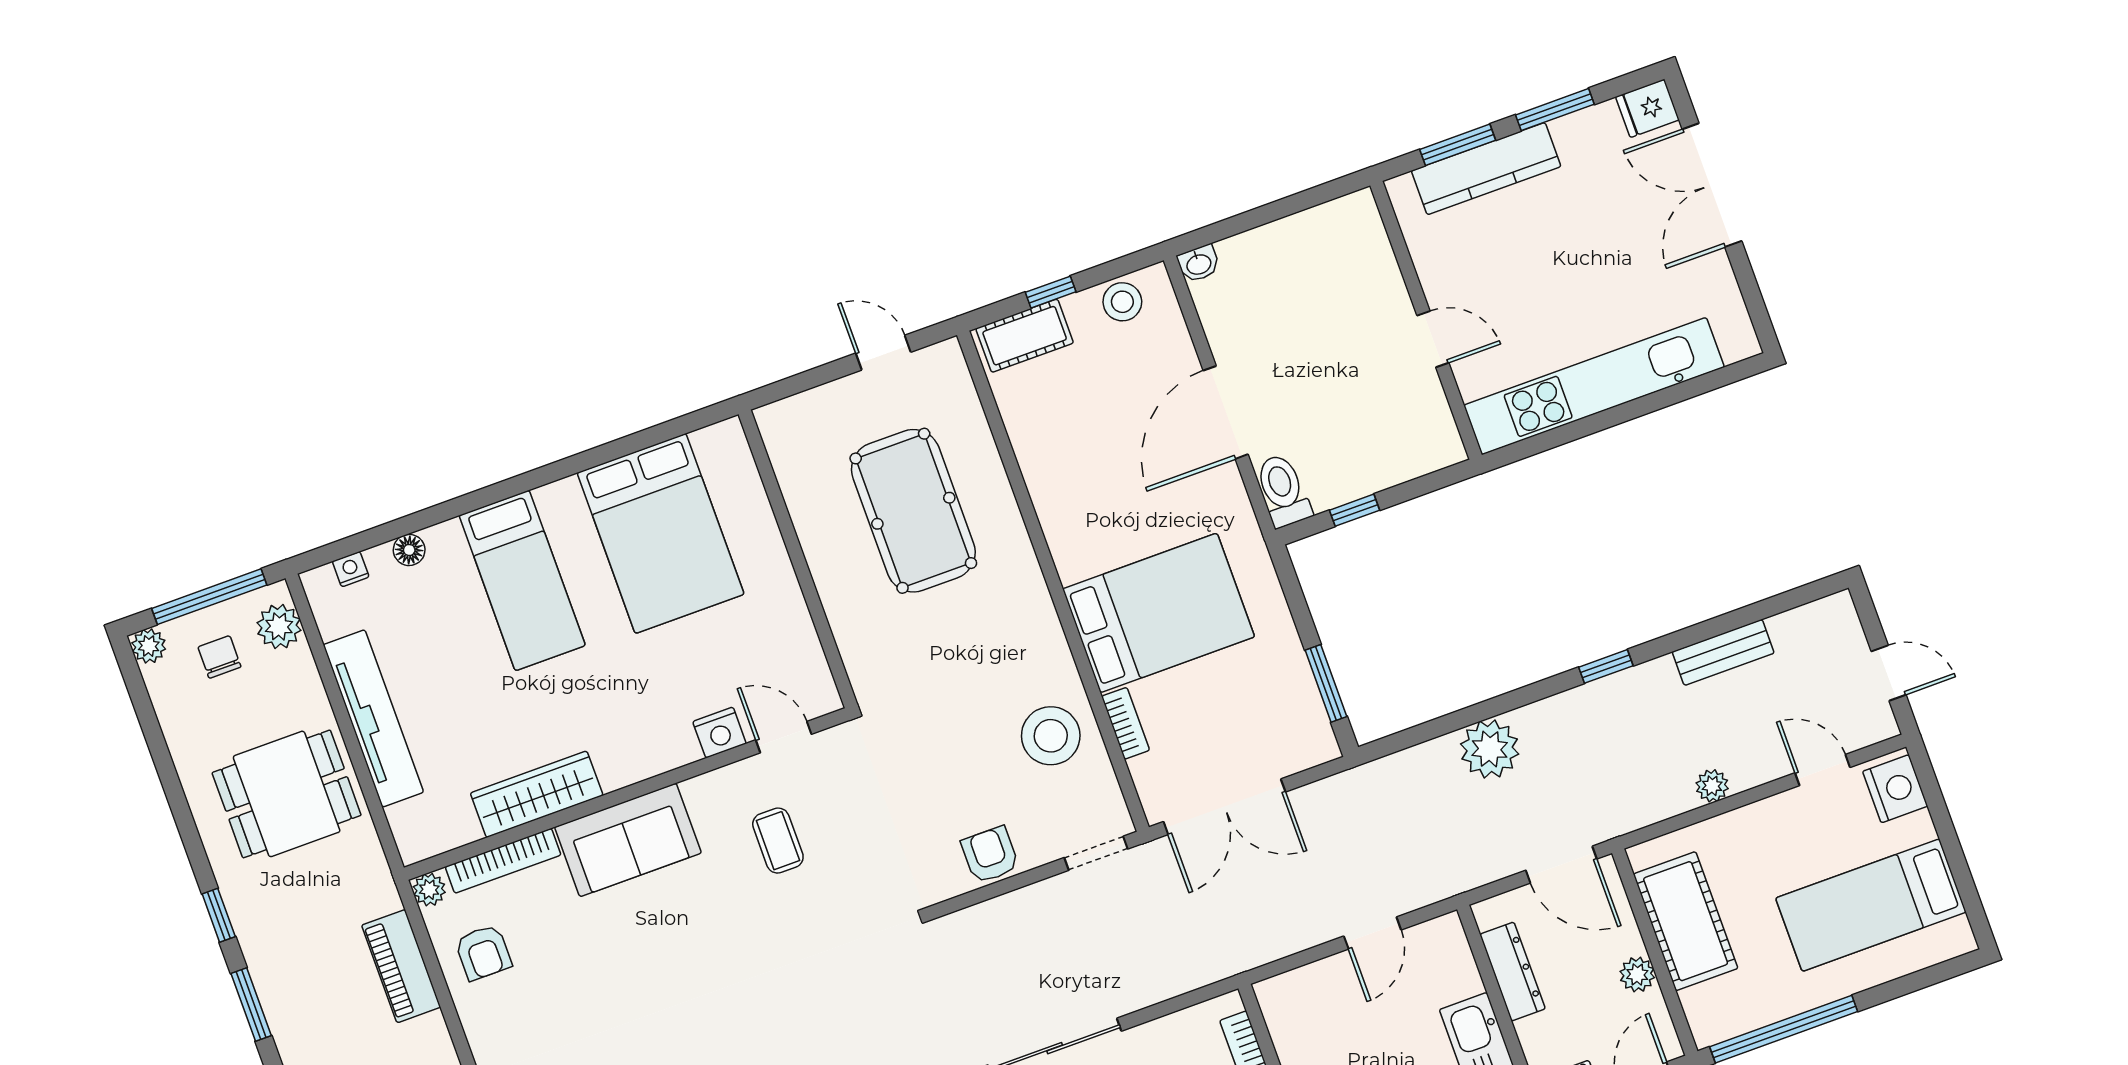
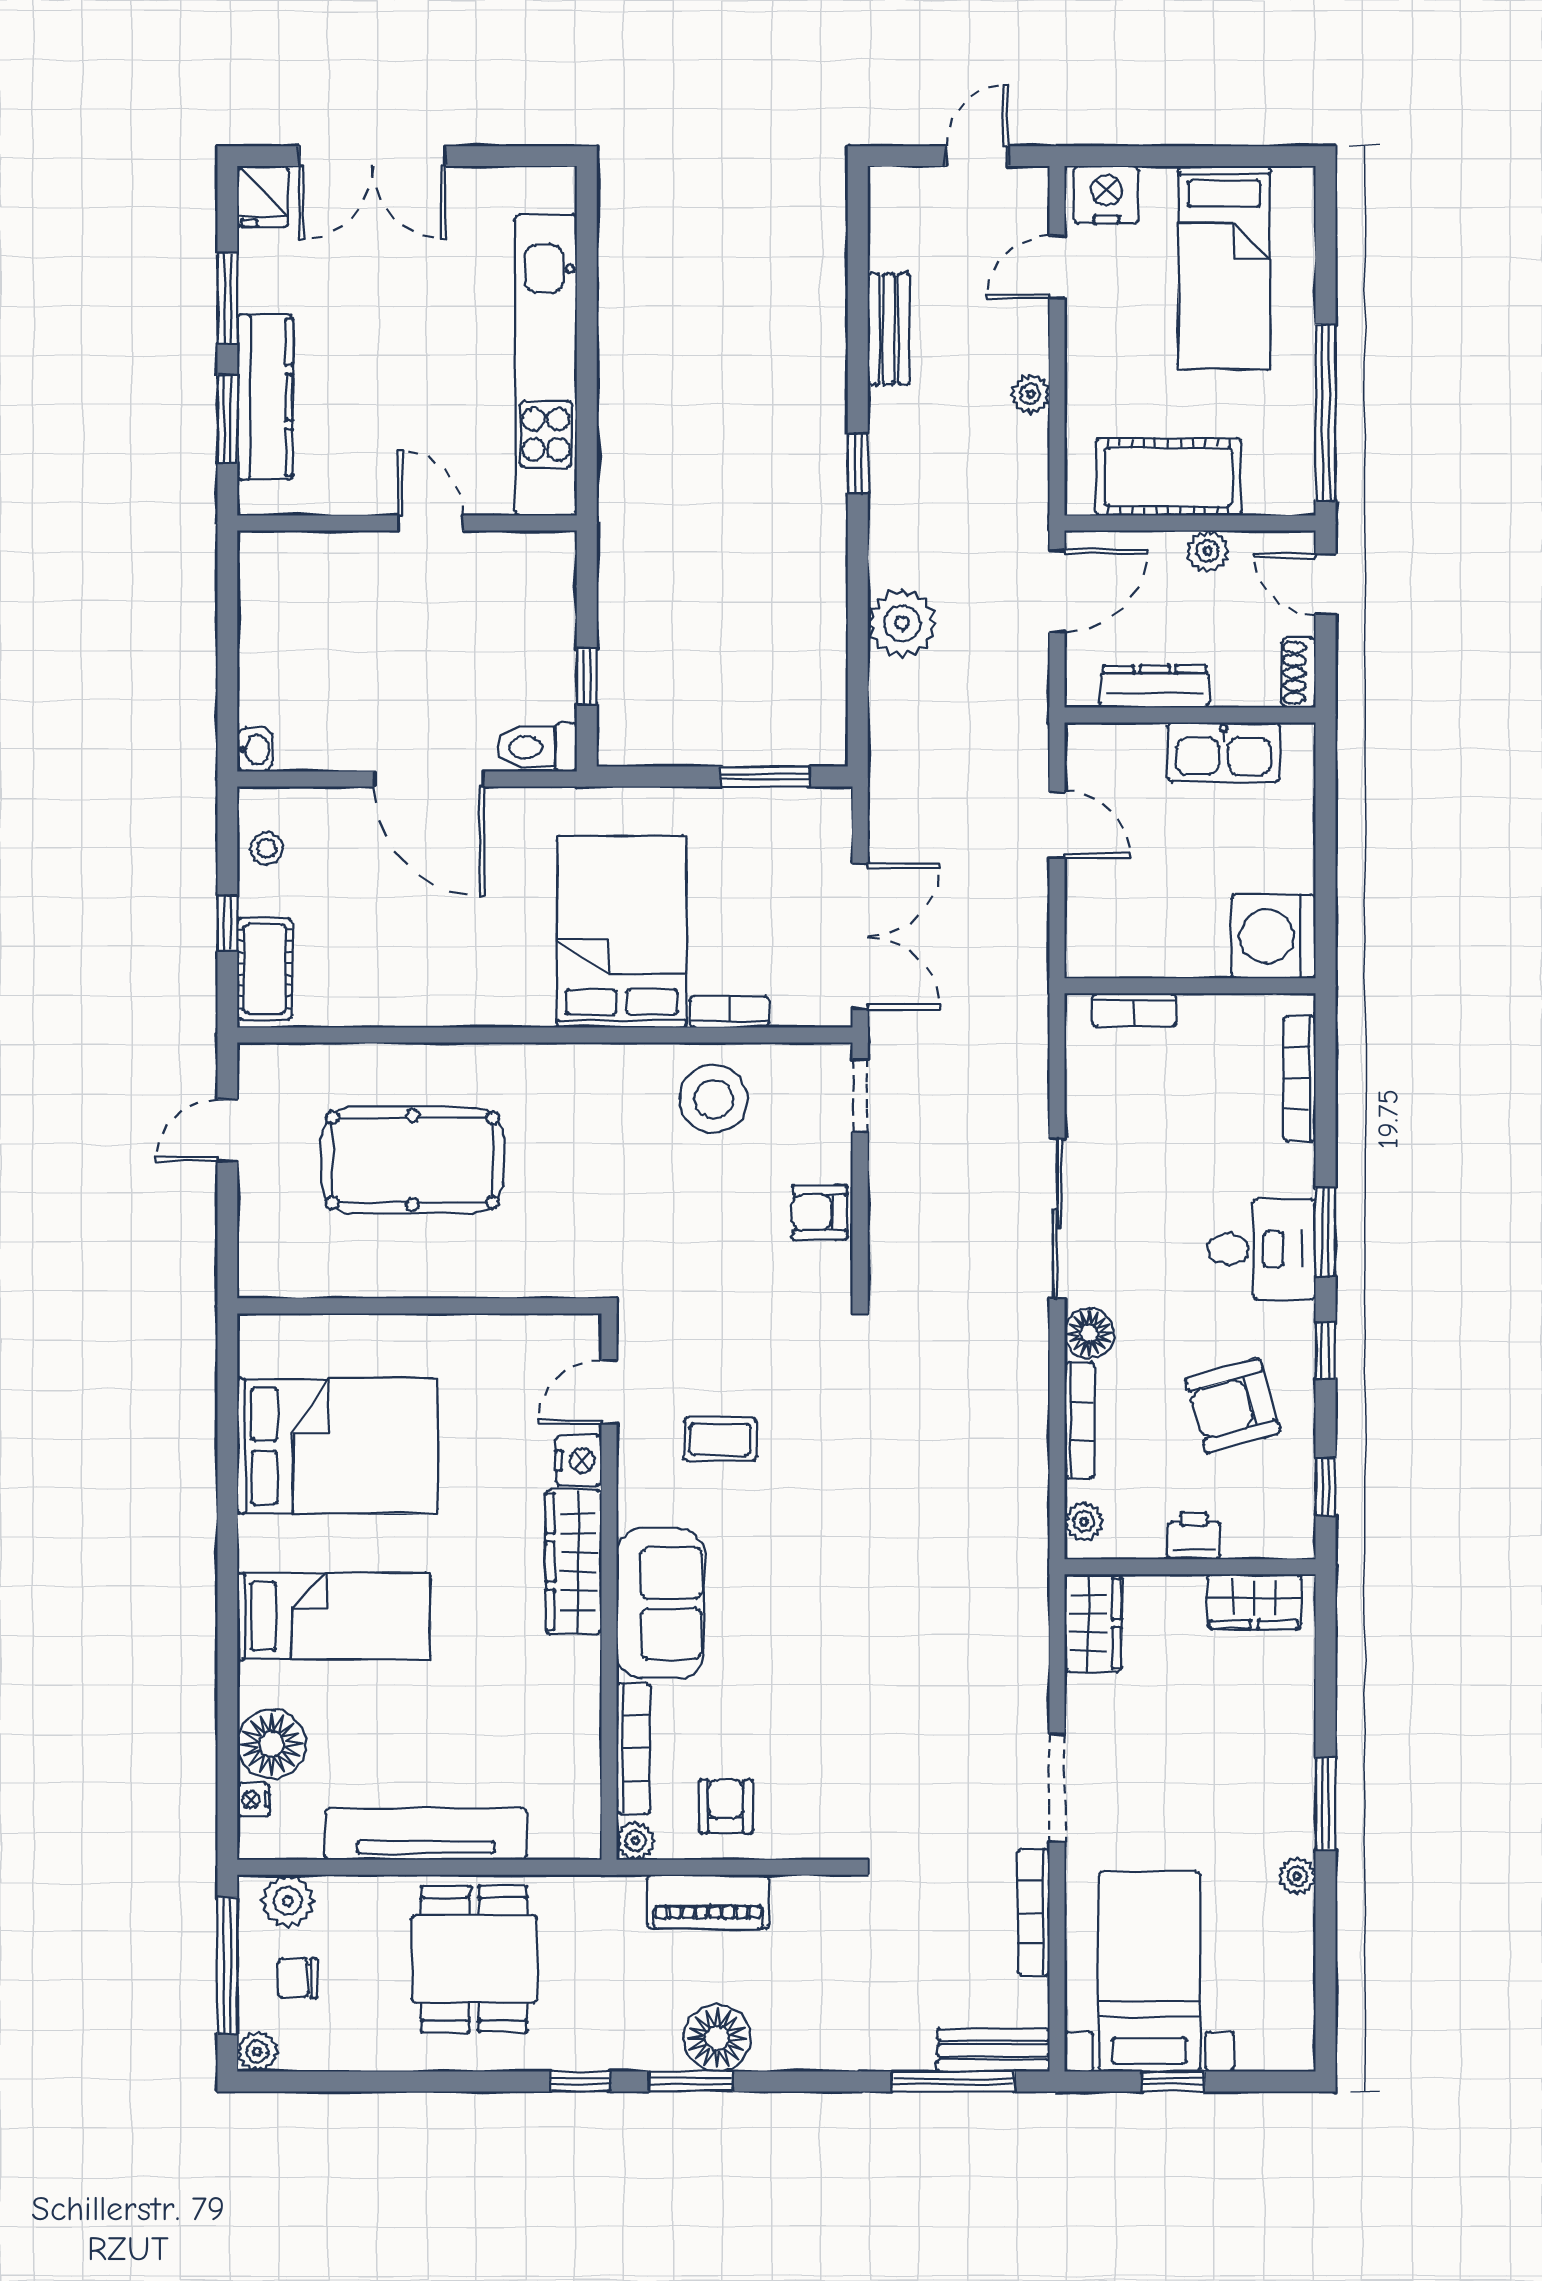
stool: (1122, 302) -> (266, 848), width x0.73, depth x0.73
door: (1433, 339) -> (431, 523), hinge flipped
floor lamp: (409, 550) -> (272, 1744), width x1.89, depth x1.89
wardrobe: (537, 794) -> (574, 1562), moved
armchair: (483, 952) -> (726, 1806), turned -90
floor lamp: (294, 1013) -> (717, 2038), added

